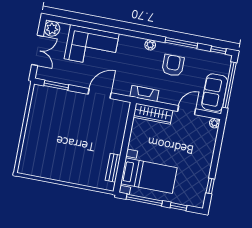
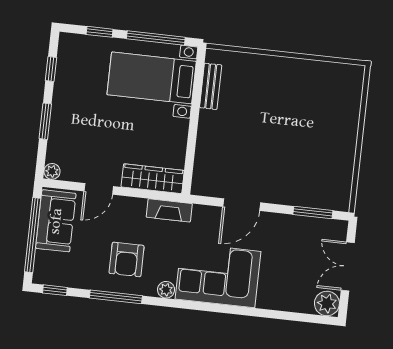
corner sofa: (92, 46) -> (218, 275), moved
window: (216, 154) -> (45, 121), added

